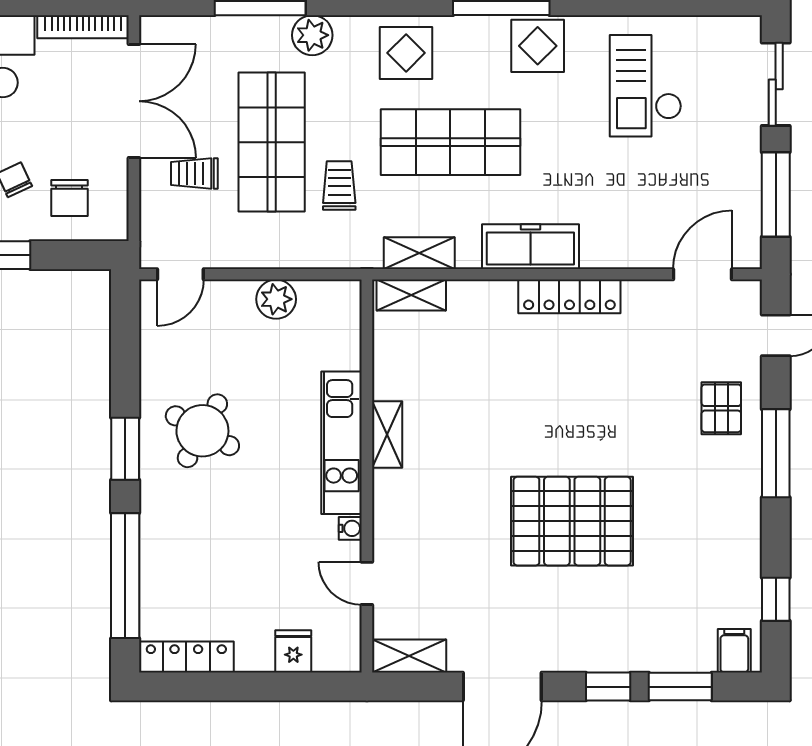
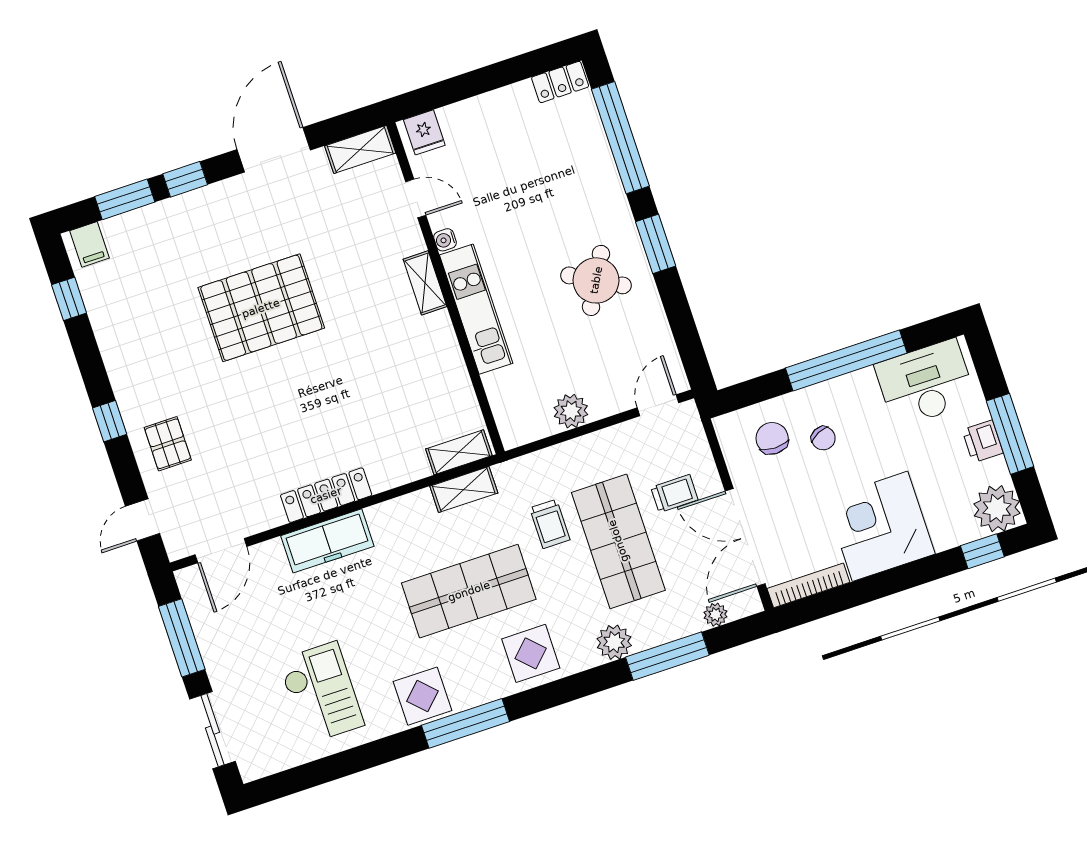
plant: (193, 29) -> (716, 615), added
freezer: (530, 247) -> (327, 541), moved
shelving: (387, 434) -> (425, 283), moved
window: (776, 453) -> (110, 421), width x0.46
fridge: (293, 651) -> (424, 132), moved
locker: (186, 657) -> (560, 82), width x0.66

